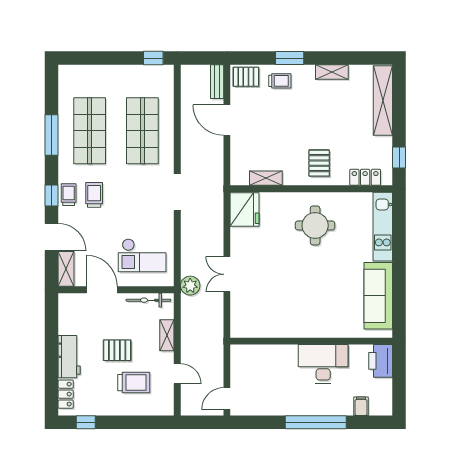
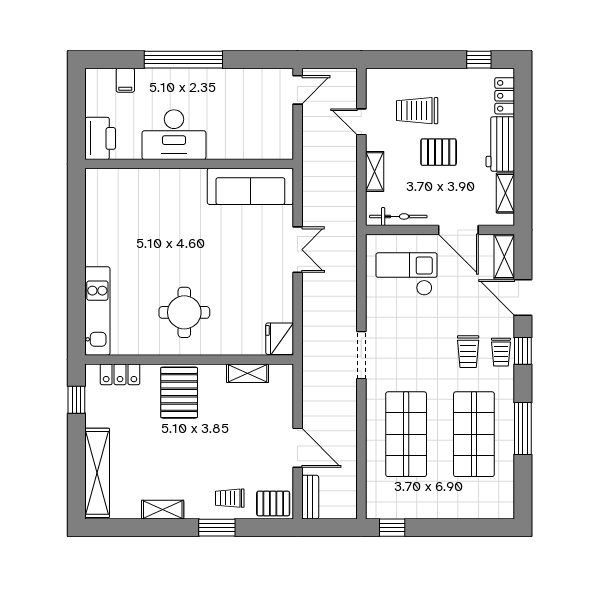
pallet: (319, 163) -> (179, 393), width x1.50, depth x1.42
fridge: (245, 209) -> (280, 339), width x0.73, depth x0.75
plant: (190, 286) -> (345, 235), removed
sofa: (378, 296) -> (250, 186), moved, turned 90
shelving: (65, 318) -> (505, 193), added

